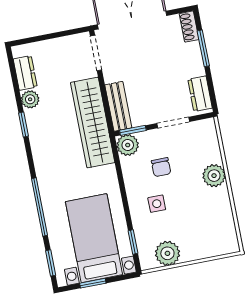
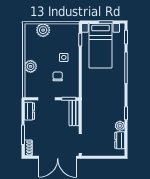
wardrobe: (93, 123) -> (89, 107), removed
plant: (128, 145) -> (73, 91), removed
plant: (167, 253) -> (43, 30), moved

